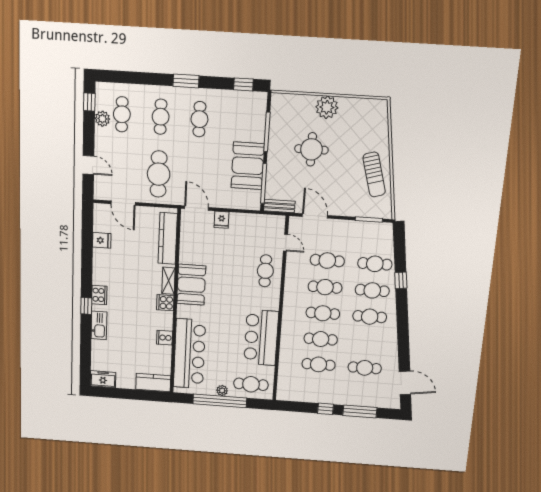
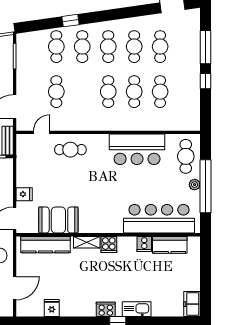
booth: (191, 285) -> (58, 220), moved
cafe table: (325, 287) -> (134, 47), moved
kitchen counter: (153, 383) -> (170, 245), moved, turned -90

